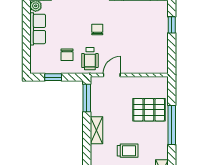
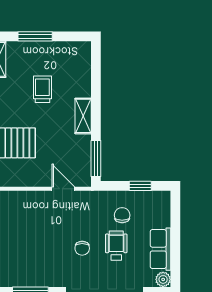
wheelchair: (90, 59) -> (116, 246), moved
door: (112, 75) -> (63, 189), swing flipped
trolley: (128, 151) -> (42, 89), turned 90

